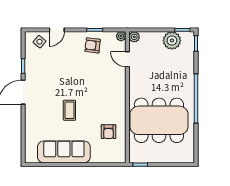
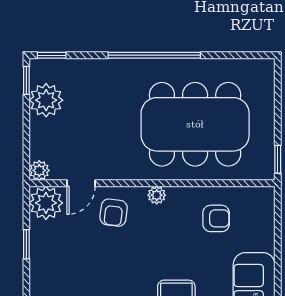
plant: (121, 36) -> (46, 203), width x1.88, depth x1.88
armchair: (93, 45) -> (114, 213), moved
plant: (121, 100) -> (157, 195), added
dining table: (159, 120) -> (195, 124), turned 90

